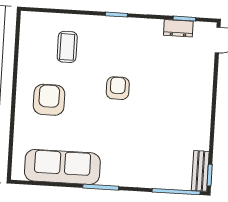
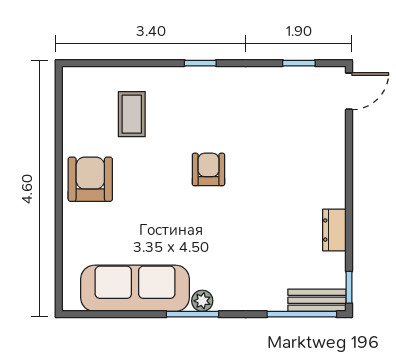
dresser: (178, 28) -> (334, 230), moved, turned 90
armchair: (49, 100) -> (90, 179), moved
bench: (200, 171) -> (317, 300), moved, turned 90
plant: (108, 178) -> (202, 301), added

